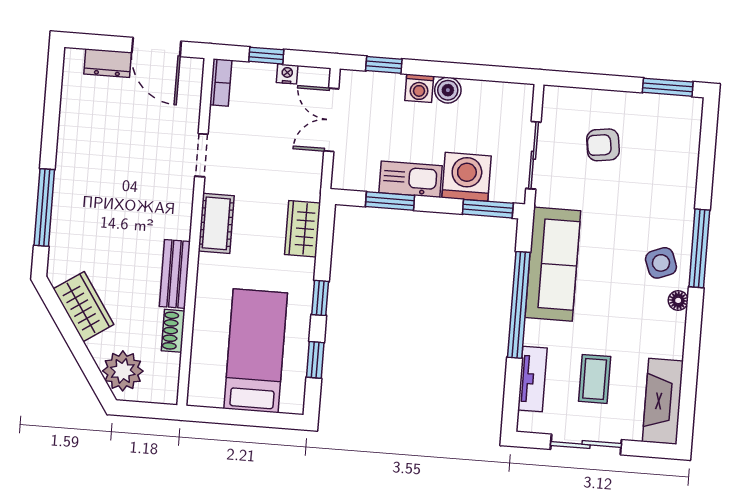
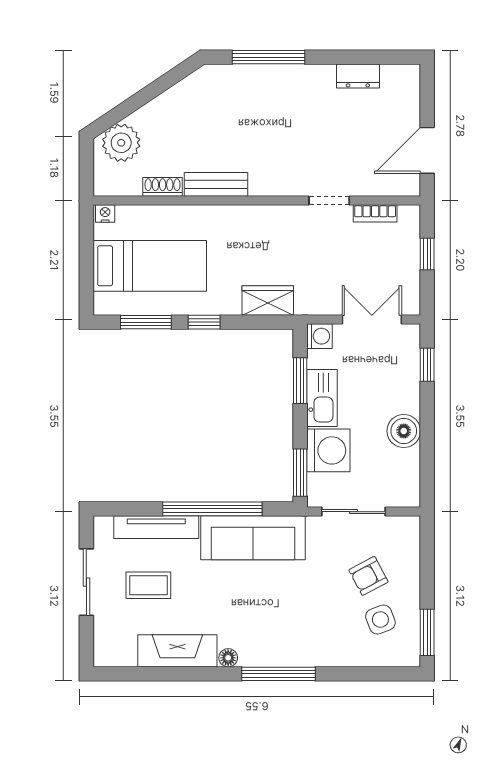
dresser: (108, 63) -> (358, 76), moved, turned -90
nightstand: (287, 74) -> (105, 214), moved, turned -90
bookcase: (221, 82) -> (375, 213), moved
washing machine: (419, 88) -> (319, 336), moved, turned 180
boiler: (448, 90) -> (404, 431), width x1.36, depth x1.36
armchair: (603, 145) -> (368, 576), turned -110
cot: (216, 223) -> (266, 219), removed
side table: (661, 263) -> (380, 620), moved
wardrobe: (84, 307) -> (179, 101), removed
window: (315, 360) -> (146, 322), width x1.50
tv unit: (532, 379) -> (156, 527), width x1.41
fireplace: (663, 401) -> (177, 651), moved

